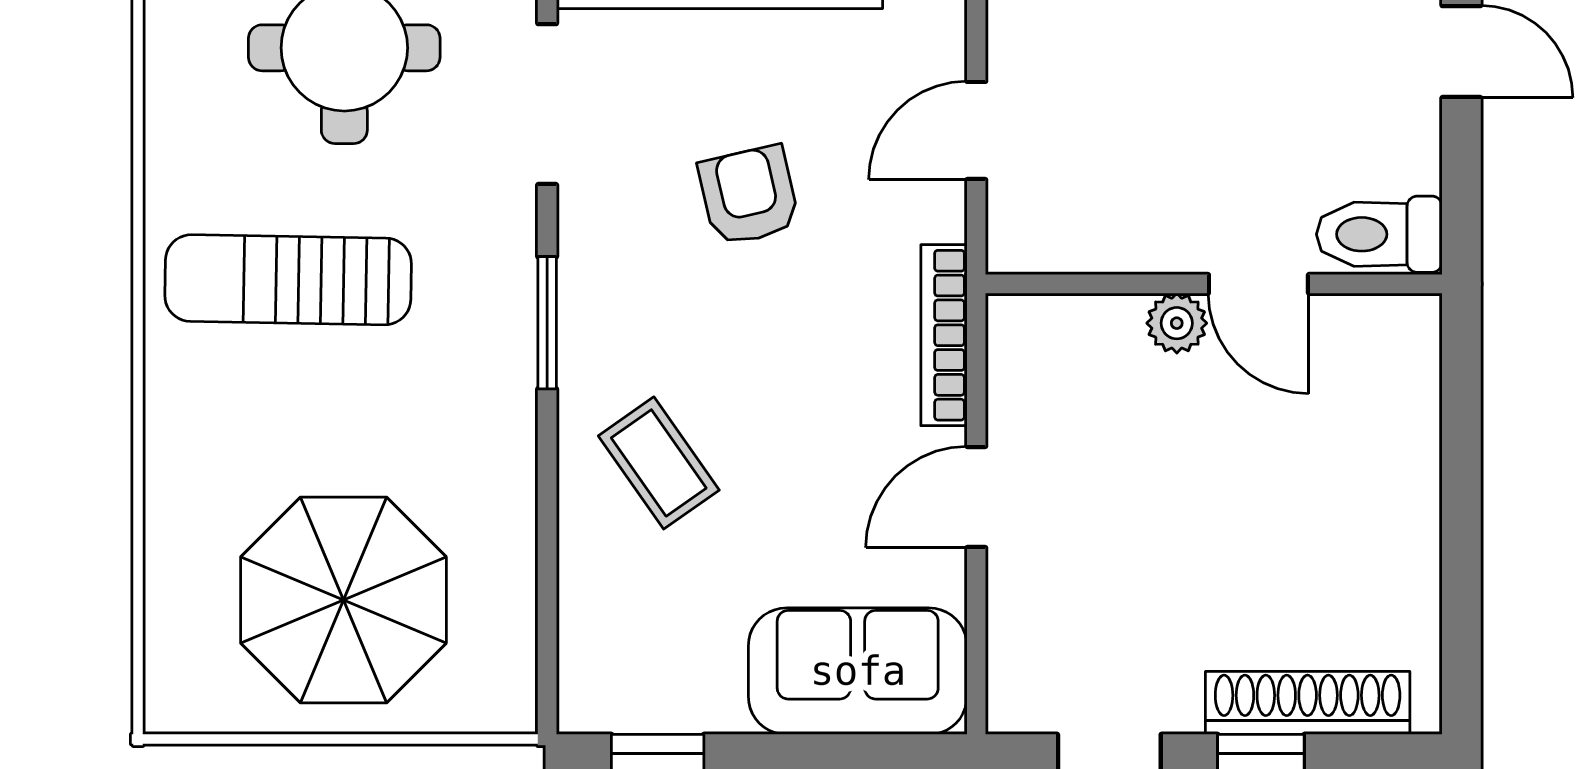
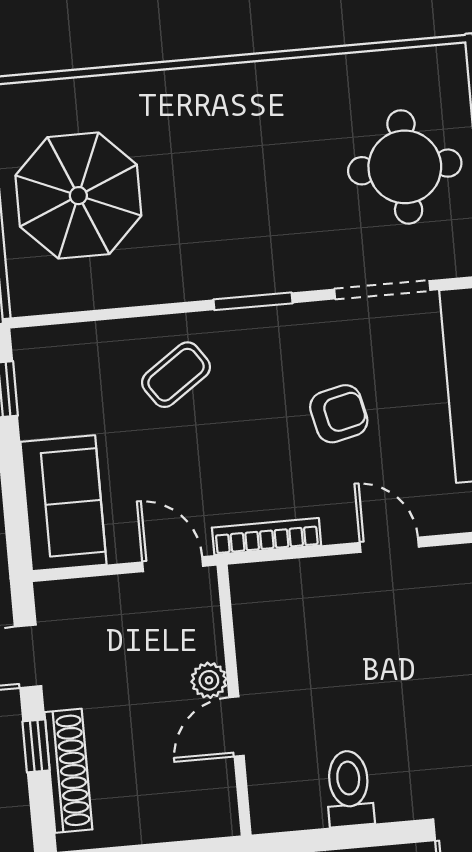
sun lounger: (288, 280) -> (265, 146), removed
wall: (1214, 284) -> (234, 700), moved
door: (1258, 284) -> (236, 726), moved
plant: (1177, 323) -> (209, 680), moved

